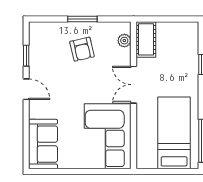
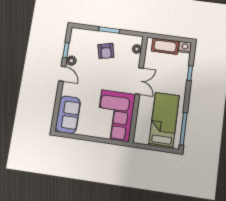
nightstand: (190, 29) -> (185, 47), added
cot: (146, 39) -> (165, 46), moved, turned 90
plant: (36, 69) -> (71, 61), added
double door: (134, 85) -> (139, 81), swing flipped

